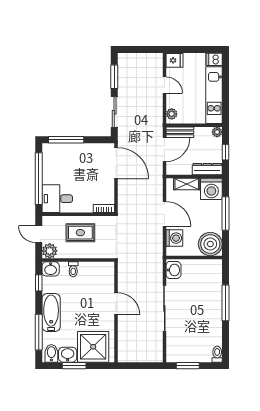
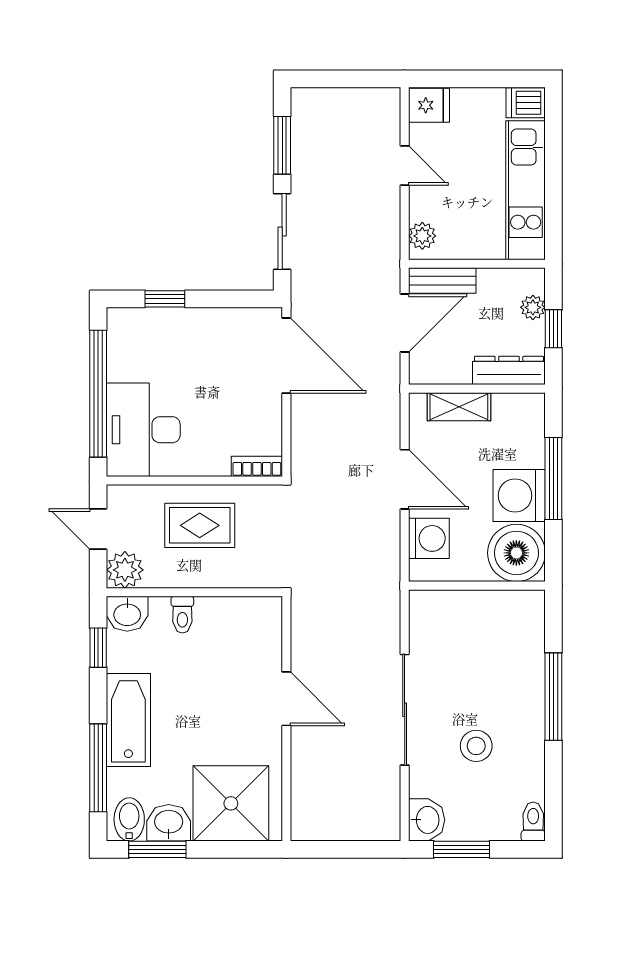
plant: (217, 132) -> (533, 307), moved
window: (66, 140) -> (165, 299), width x0.46
washing machine: (211, 189) -> (519, 495), moved, turned 90
desk: (57, 199) -> (143, 430), width x1.37
washbasin: (173, 270) -> (427, 820), moved
stool: (194, 323) -> (476, 746), added
window: (74, 366) -> (157, 849), moved

